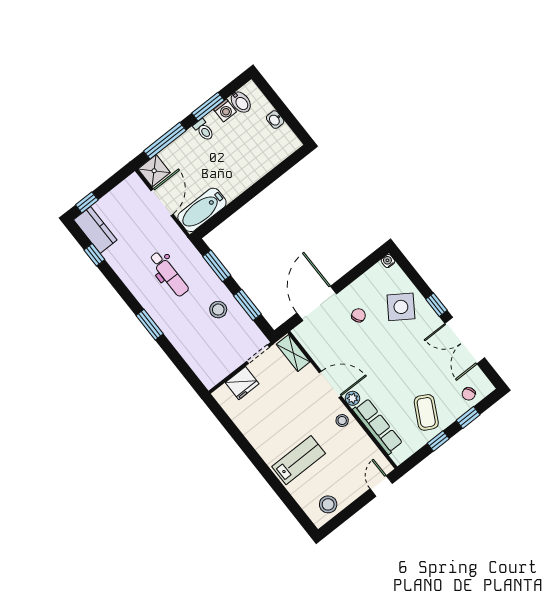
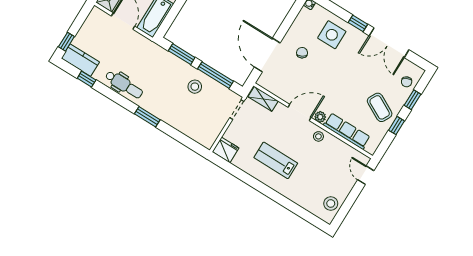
dental chair: (169, 274) -> (124, 85), moved
window: (247, 305) -> (215, 75), width x1.44
side table: (401, 307) -> (332, 35), turned -34
fridge: (242, 383) -> (226, 150), moved, turned -90
lab bench: (299, 460) -> (276, 160), moved, turned -90

